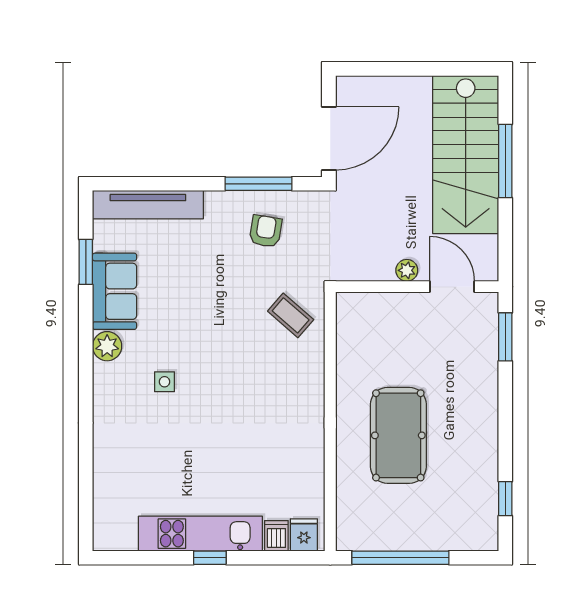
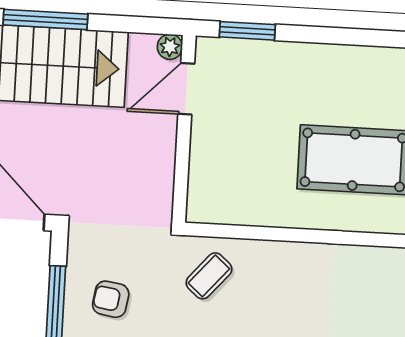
plant: (407, 270) -> (170, 47), moved

